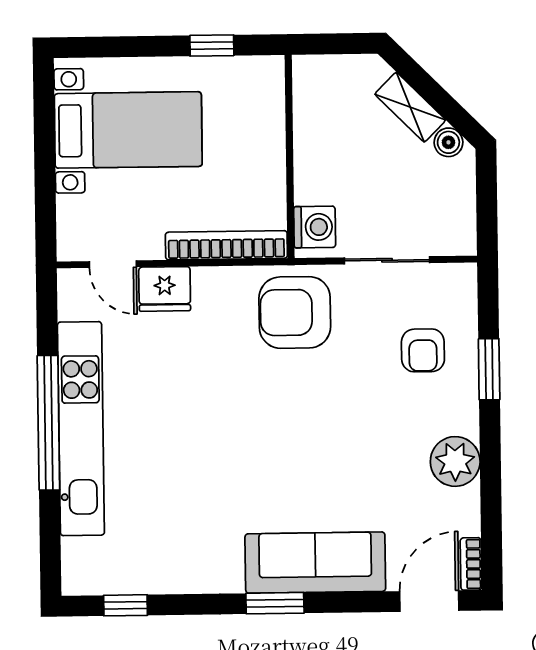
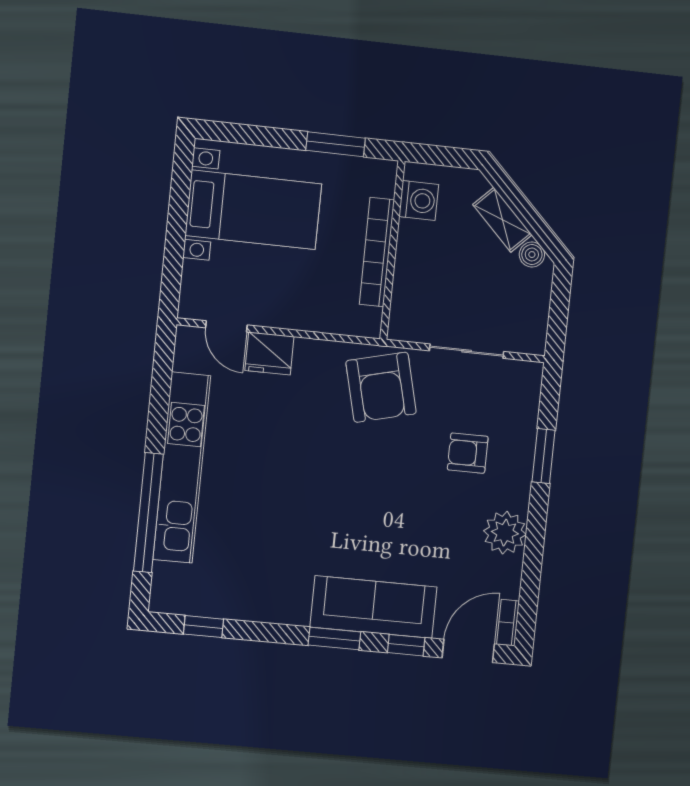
window: (212, 46) -> (336, 144), width x1.50
washing machine: (315, 227) -> (419, 200), moved
bookcase: (226, 245) -> (377, 252), moved, turned -90
armchair: (295, 312) -> (381, 387), turned -104
armchair: (423, 350) -> (468, 453), moved, turned 90
window: (48, 423) -> (148, 513), moved
window: (357, 602) -> (406, 645), added

